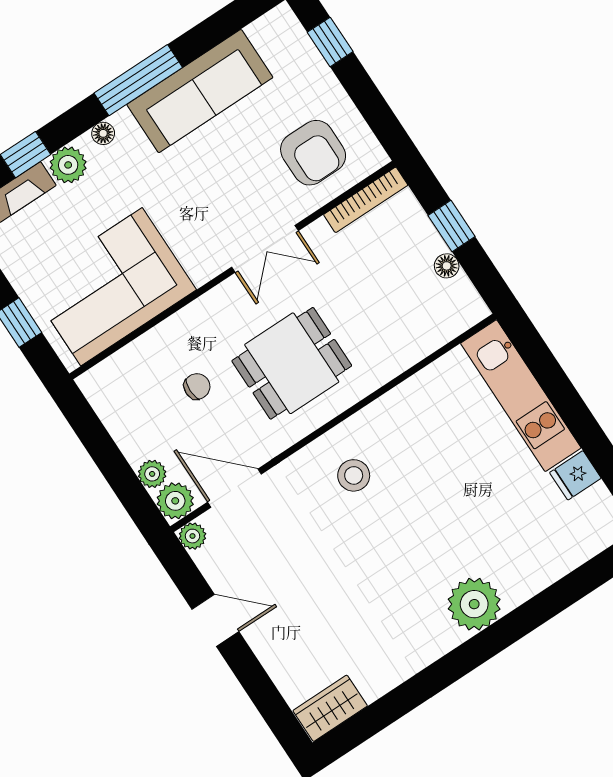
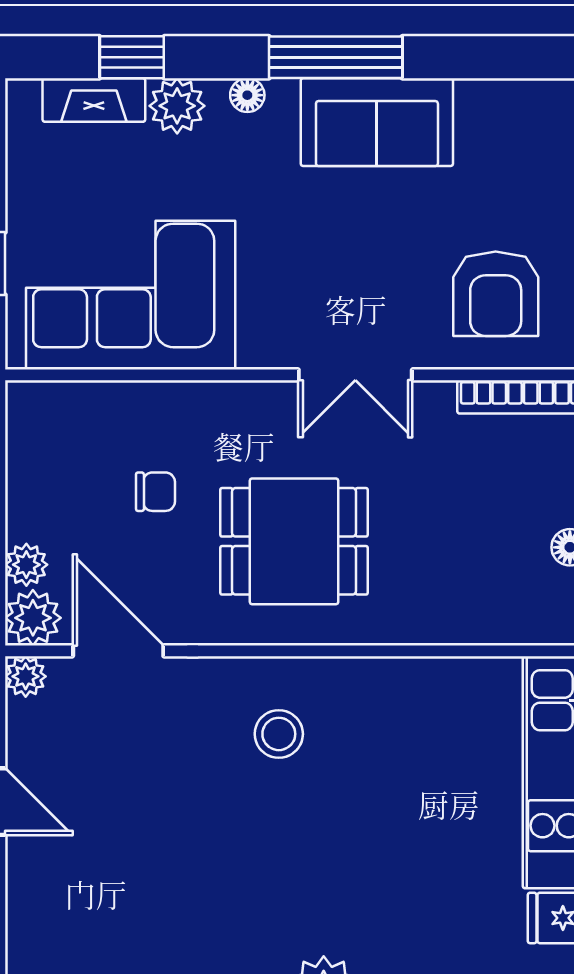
sofa: (200, 91) -> (377, 122), width x0.73

